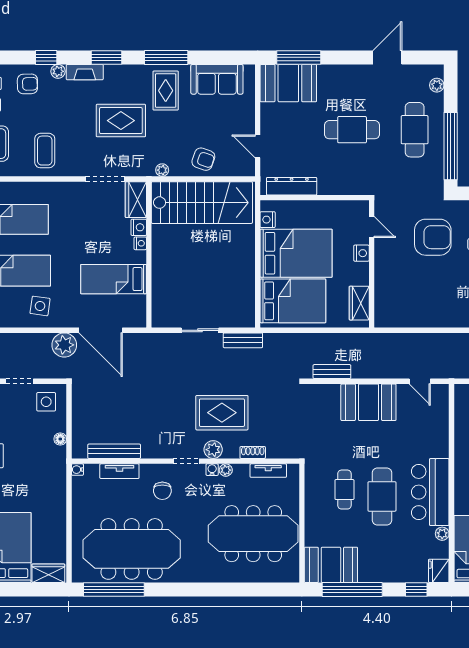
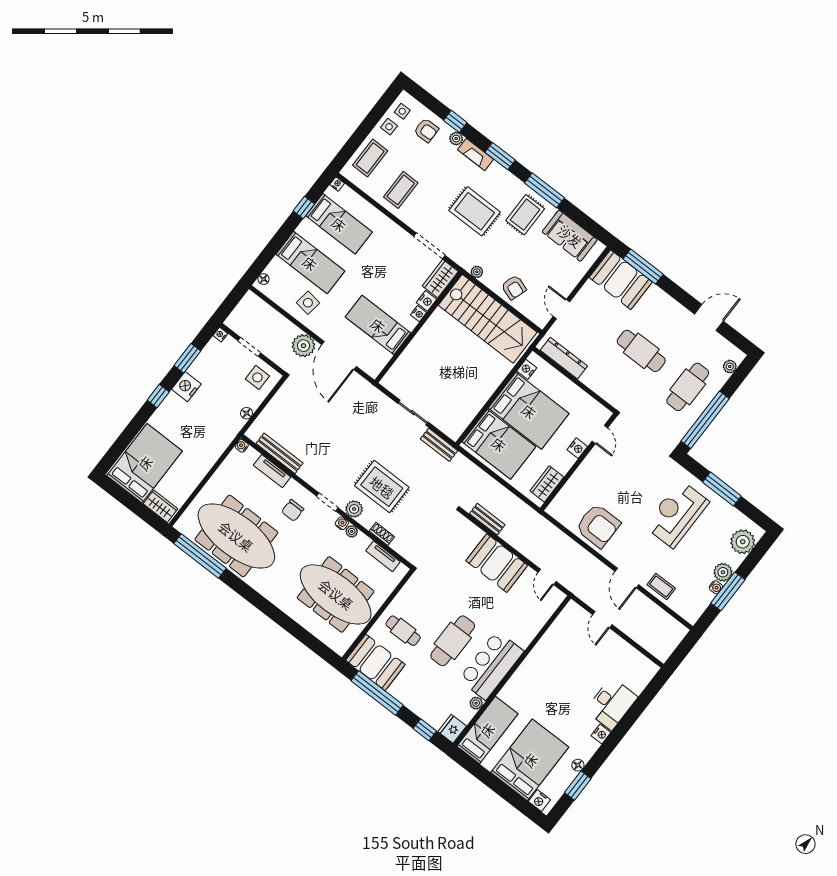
armchair: (433, 237) -> (598, 526), moved
cafe table: (344, 490) -> (403, 631), moved, turned 90

